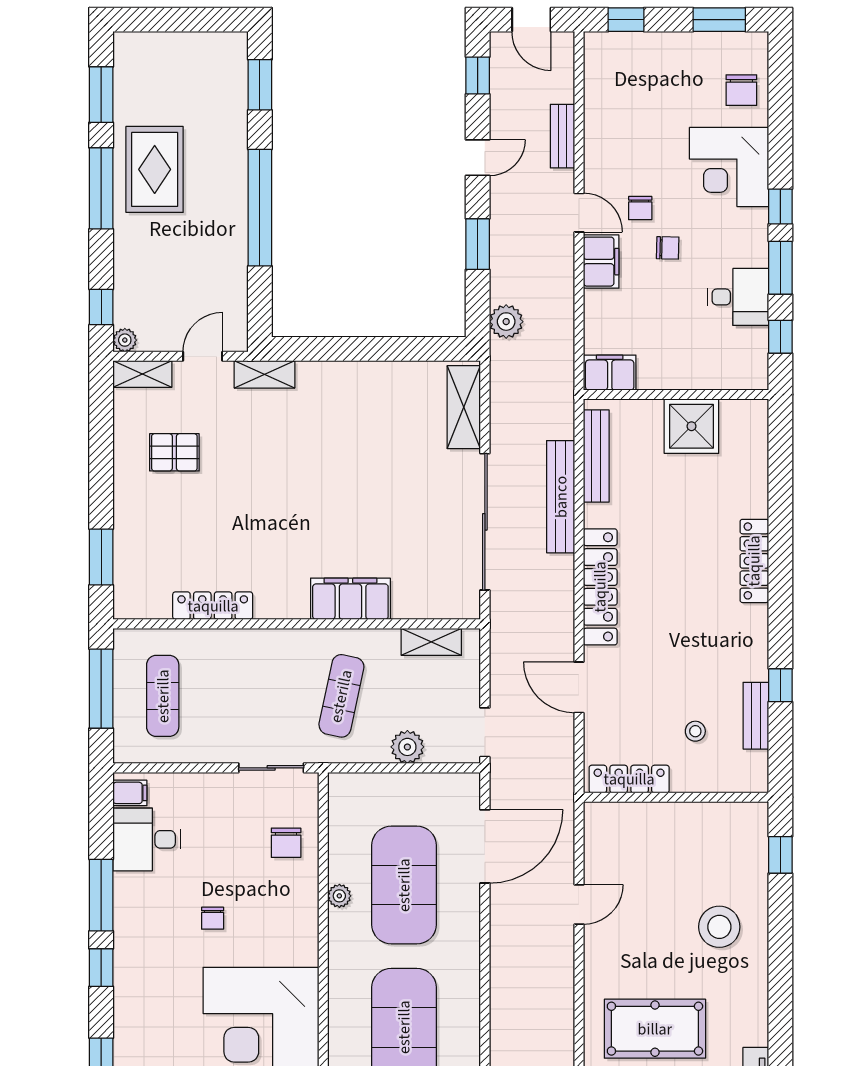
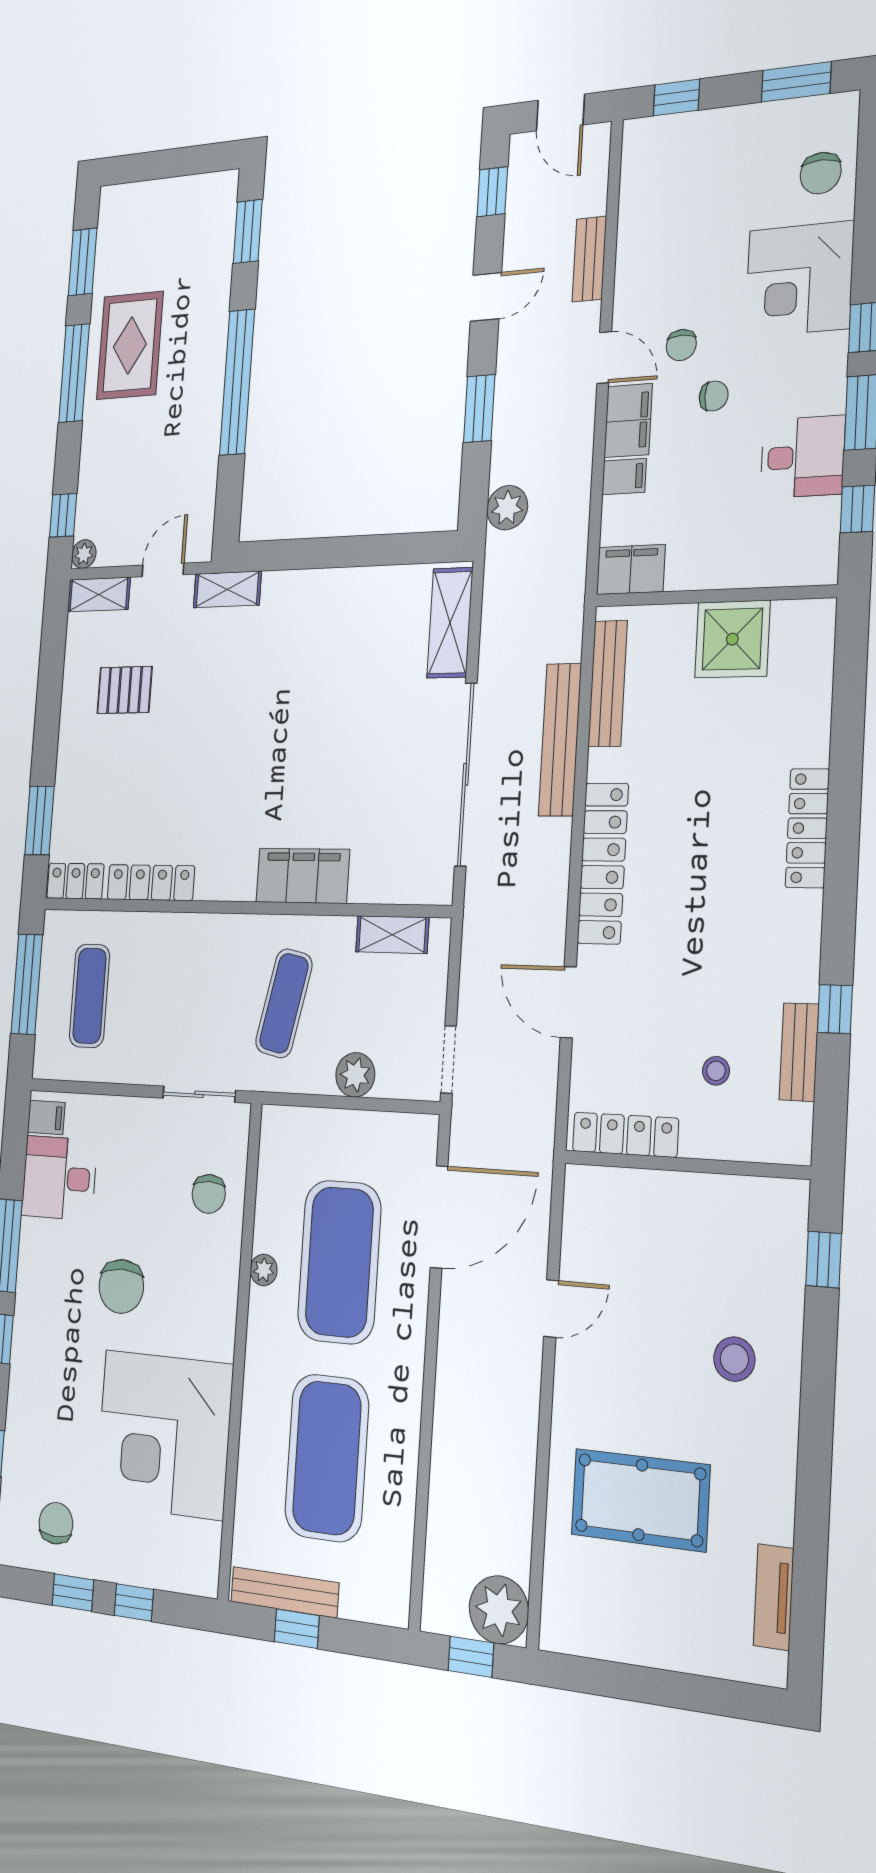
filing cabinet: (600, 303) -> (624, 477), added
locker: (141, 605) -> (75, 881), added
chair: (213, 918) -> (121, 1286), width x1.87, depth x1.87
stool: (719, 927) -> (734, 1359), width x0.73, depth x0.73

